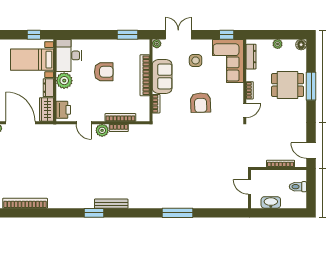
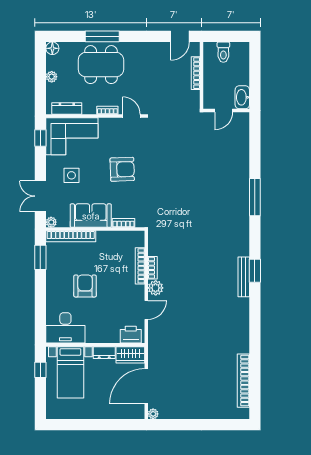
bookcase: (145, 75) -> (71, 236), moved
plant: (64, 81) -> (96, 333), removed
dining table: (288, 85) -> (101, 65), width x1.38
washbasin: (271, 202) -> (242, 97), moved
window: (94, 213) -> (255, 271), moved

